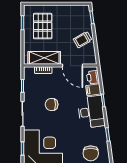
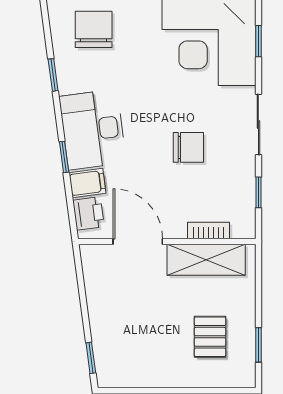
pallet: (43, 26) -> (210, 337), width x0.67, depth x0.71
trolley: (83, 40) -> (113, 304), removed

